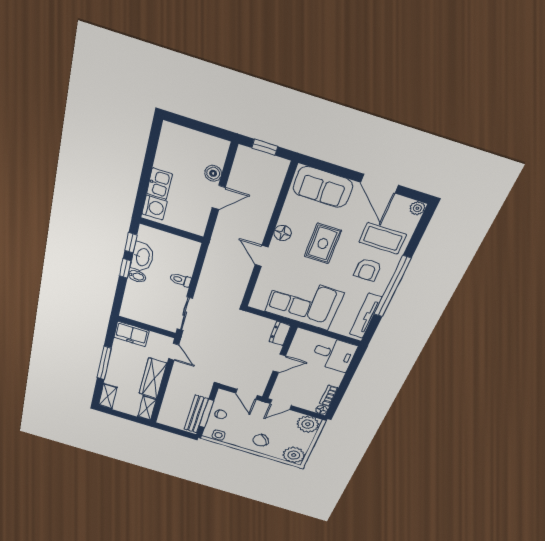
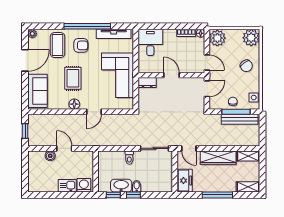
rug: (323, 244) -> (73, 78), turned 90
door: (174, 352) -> (189, 148), swing flipped

